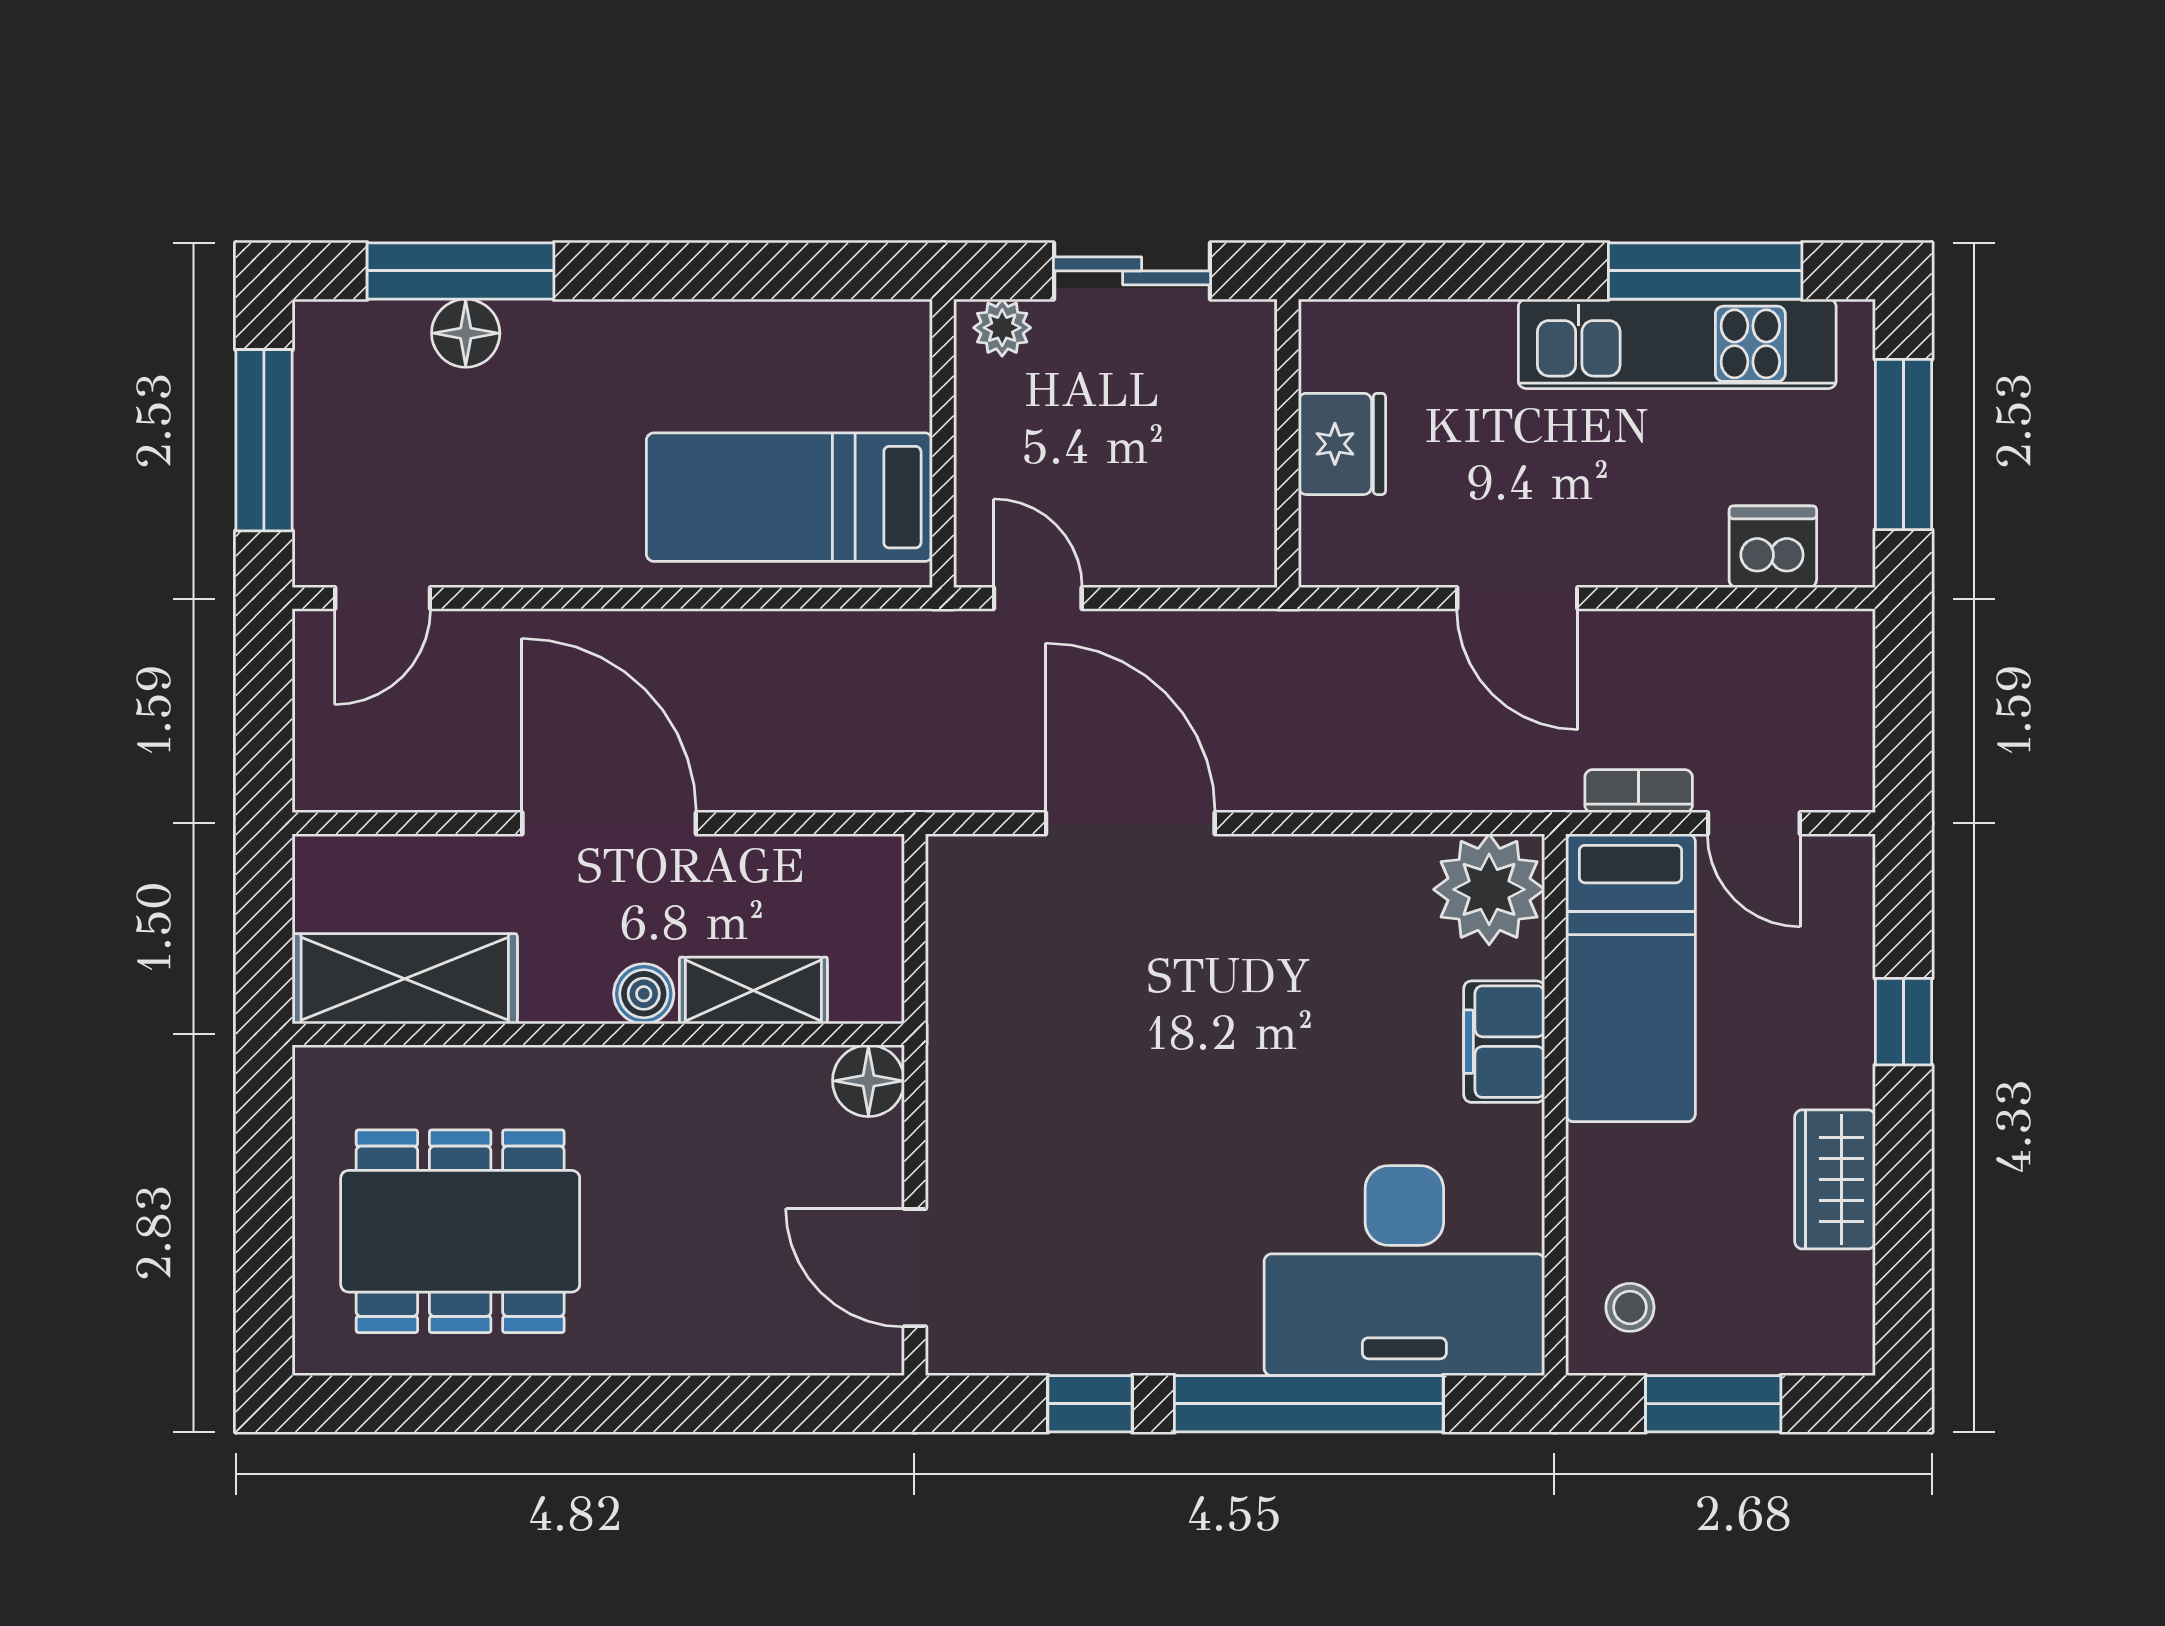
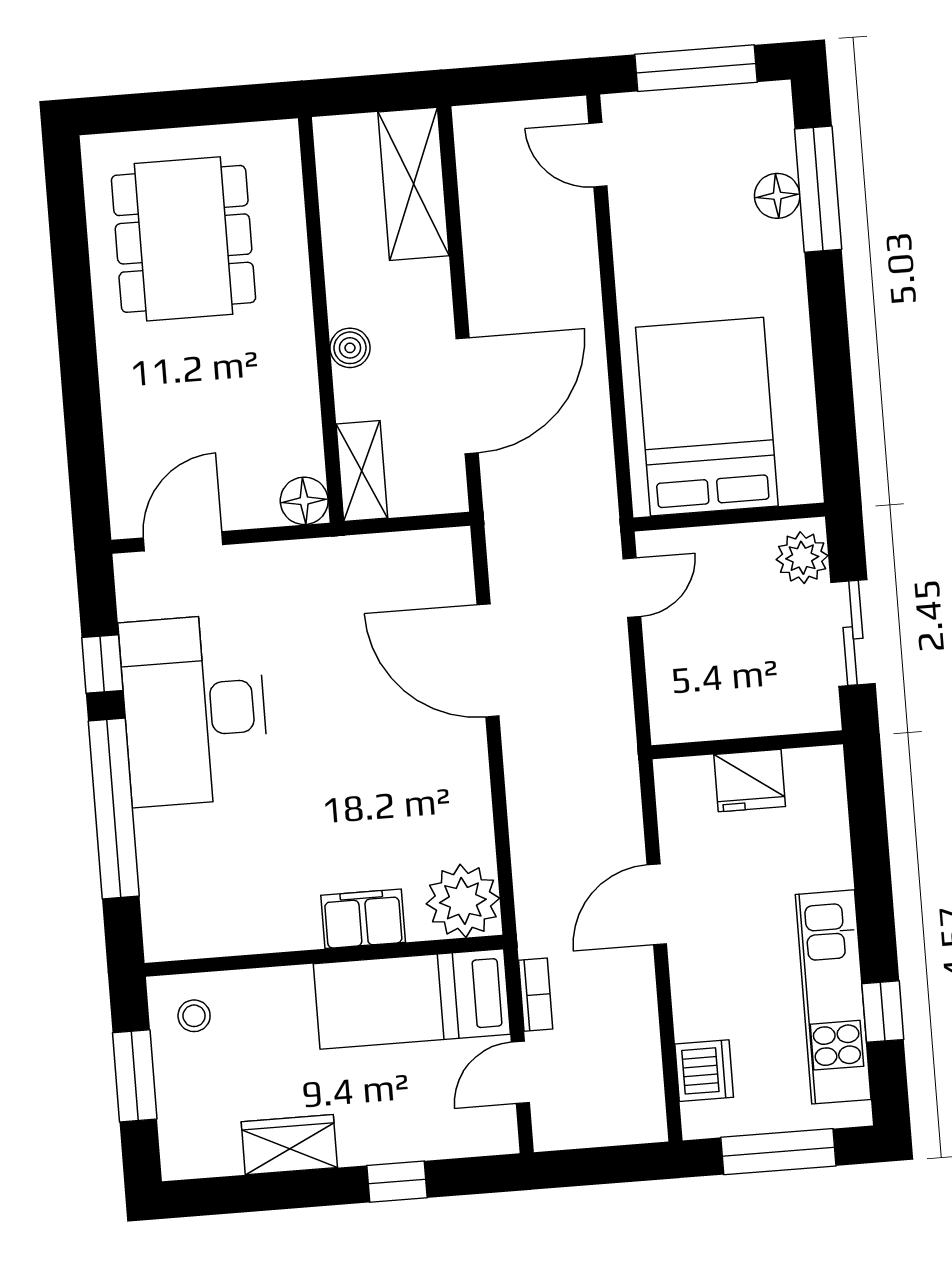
window: (1705, 271) -> (883, 1012), width x0.46
plant: (1002, 328) -> (802, 558), width x1.38, depth x1.38
bed: (789, 497) -> (707, 417), width x1.50
door: (609, 823) -> (467, 396), moved
door: (1130, 823) -> (488, 660), swing flipped
shelving: (405, 979) -> (413, 184), moved
shelving: (753, 990) -> (362, 471), moved
desk: (1404, 1271) -> (194, 710), moved

